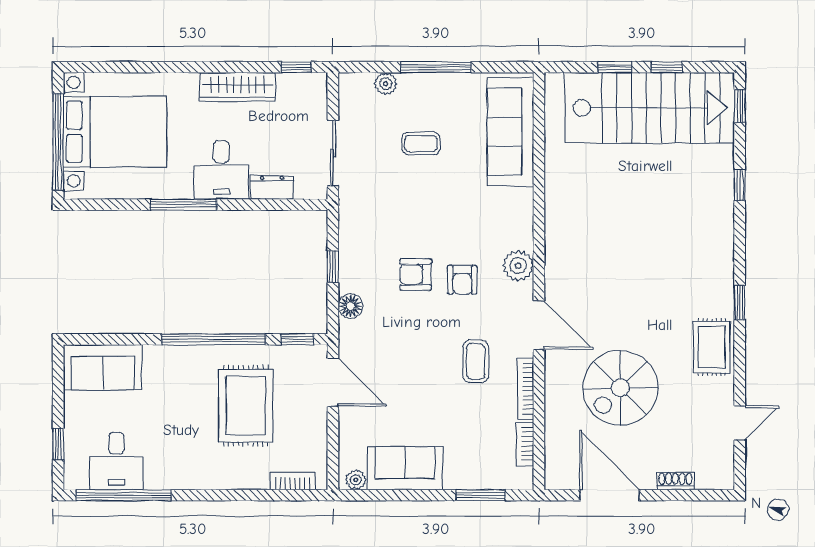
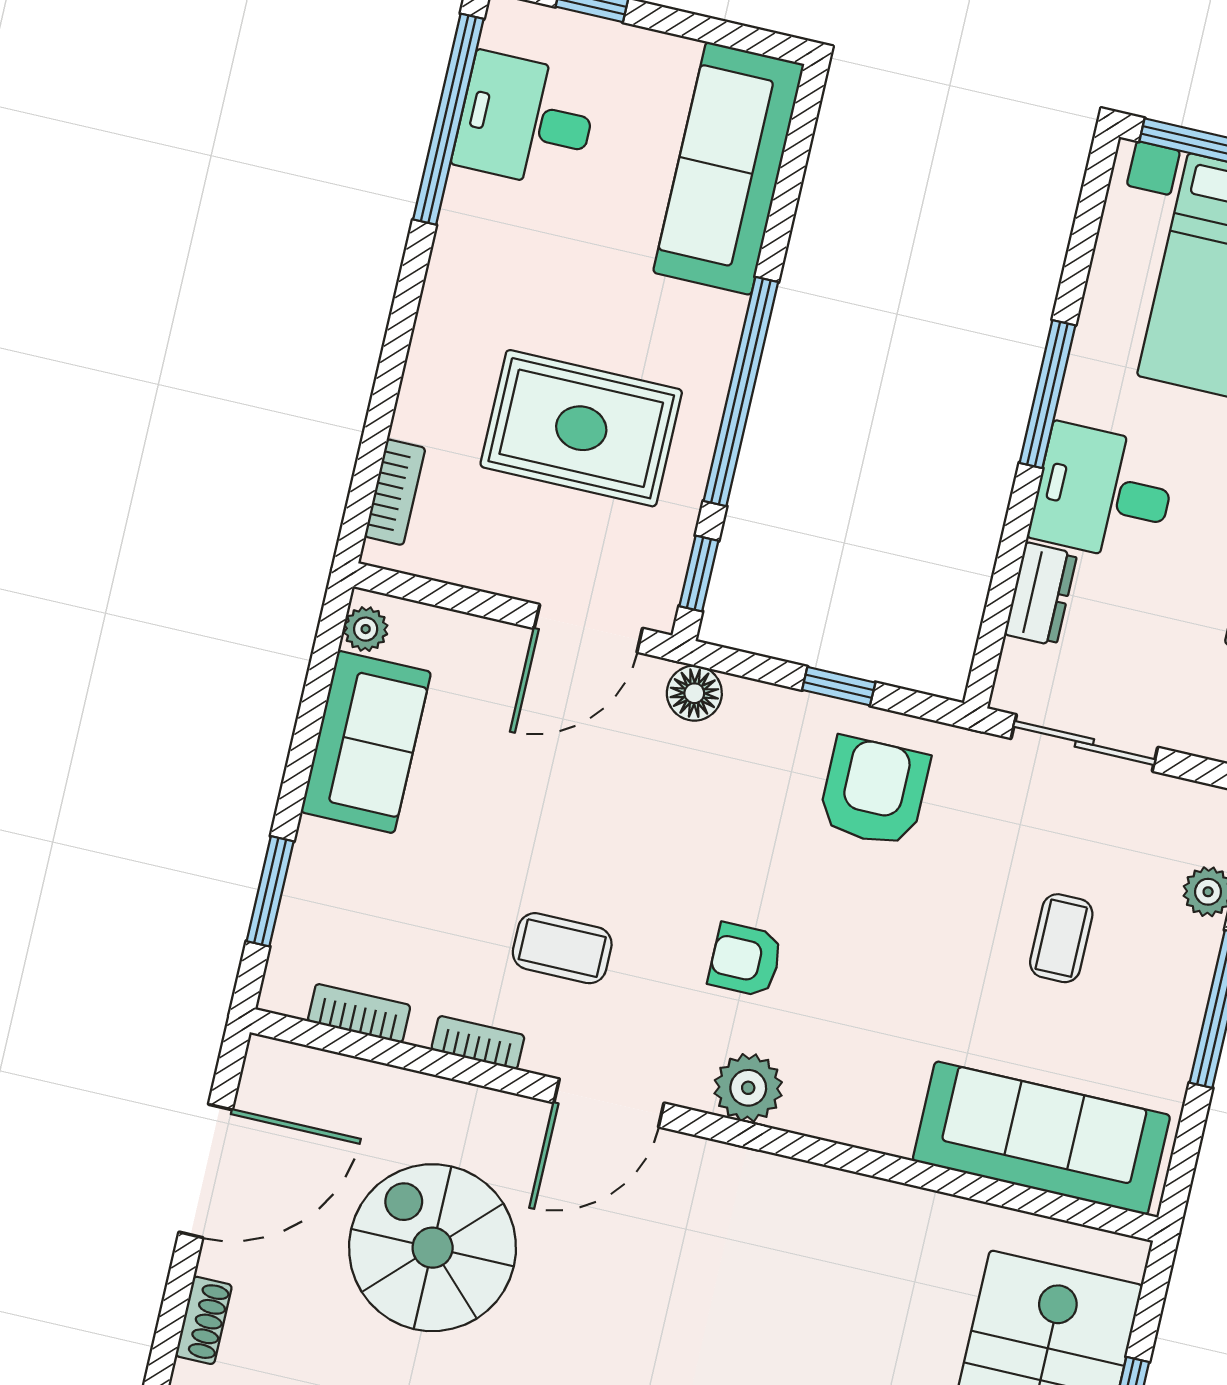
armchair: (416, 275) -> (874, 792), moved, width x1.38, depth x1.38
floor lamp: (351, 306) -> (694, 693), moved
sofa: (103, 367) -> (729, 168), width x1.36
bookcase: (526, 389) -> (478, 1043), width x0.64

